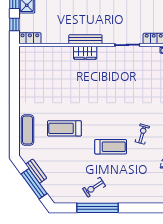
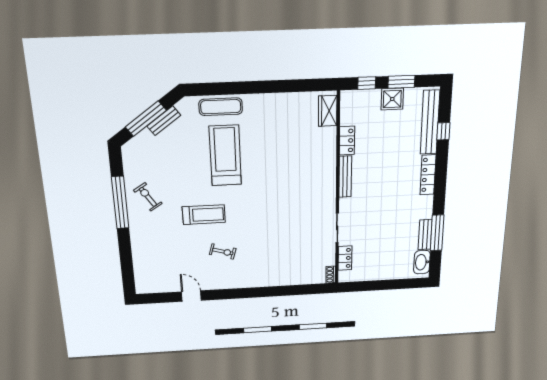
locker: (30, 38) -> (347, 141), moved
wardrobe: (85, 53) -> (328, 111), moved
treadmill: (64, 128) -> (225, 156), width x1.37, depth x1.38
treadmill: (111, 147) -> (204, 215), turned -90

